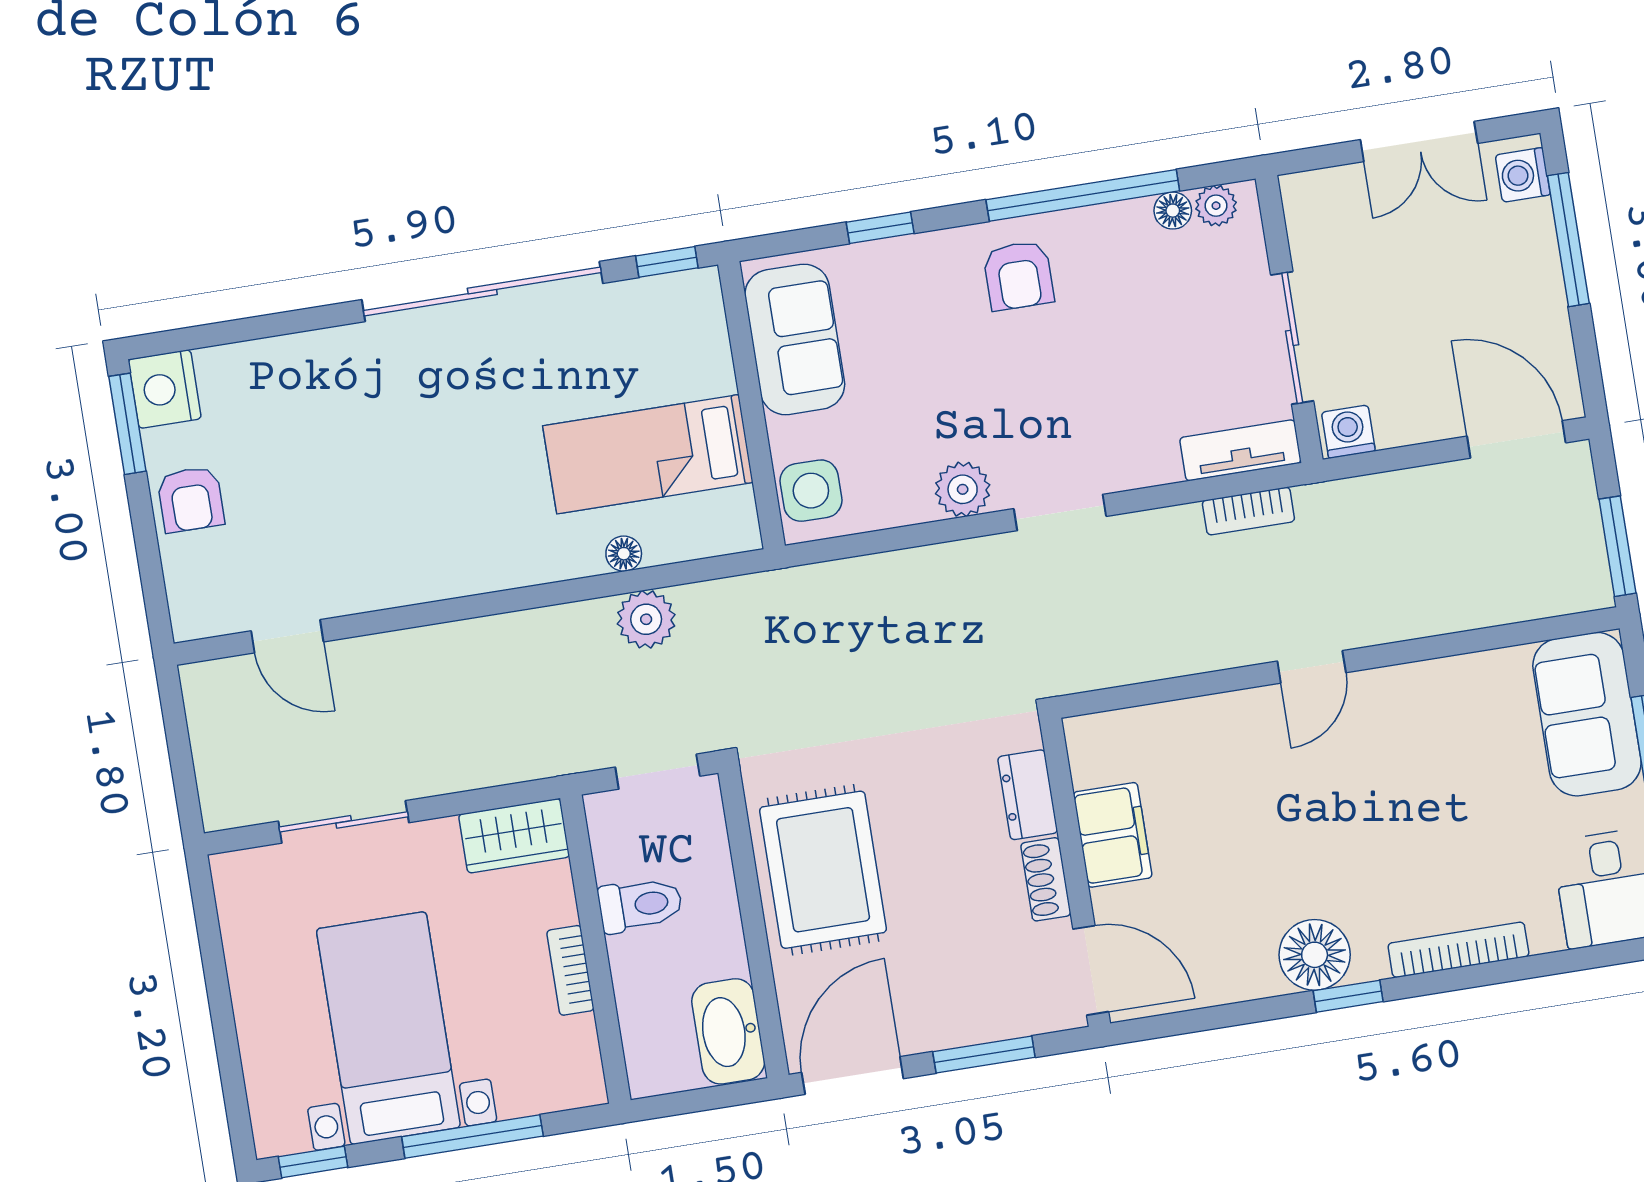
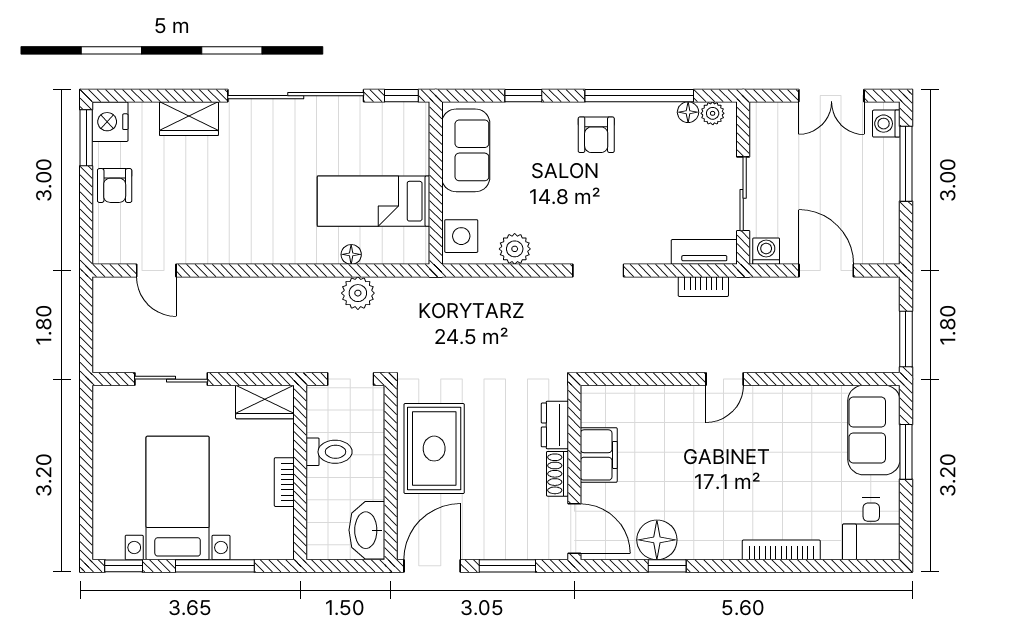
wardrobe: (302, 362) -> (189, 119), added
door: (1516, 439) -> (826, 271), moved
plant: (963, 489) -> (515, 249), moved
floor lamp: (1315, 955) -> (657, 540), moved
window: (1348, 996) -> (667, 566), moved

